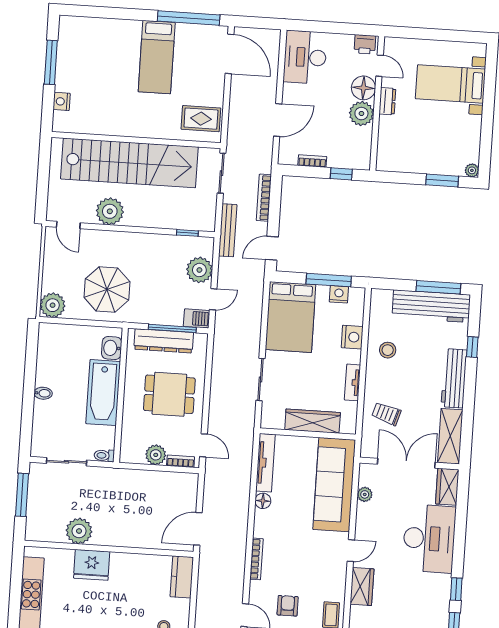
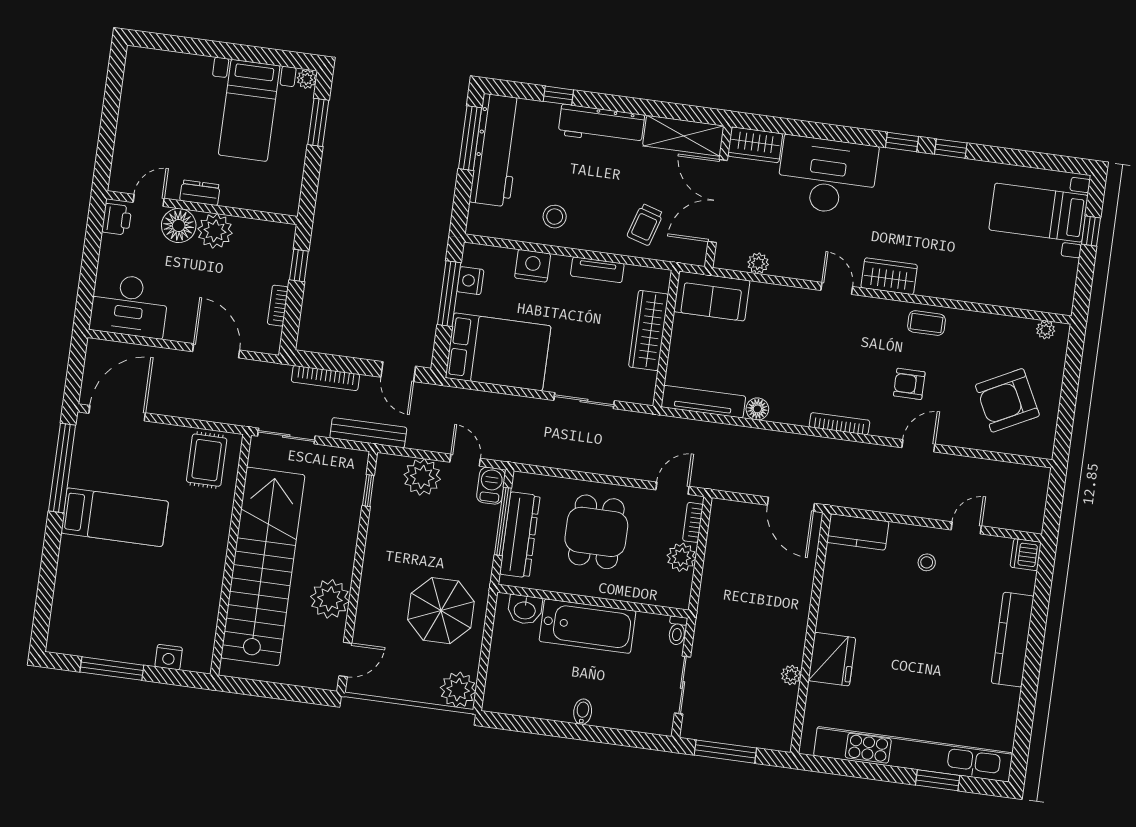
bed with nightstands: (450, 84) -> (249, 110), moved
sofa: (334, 485) -> (712, 296), width x0.54, depth x0.79
plant: (79, 531) -> (791, 675), width x0.53, depth x0.53

